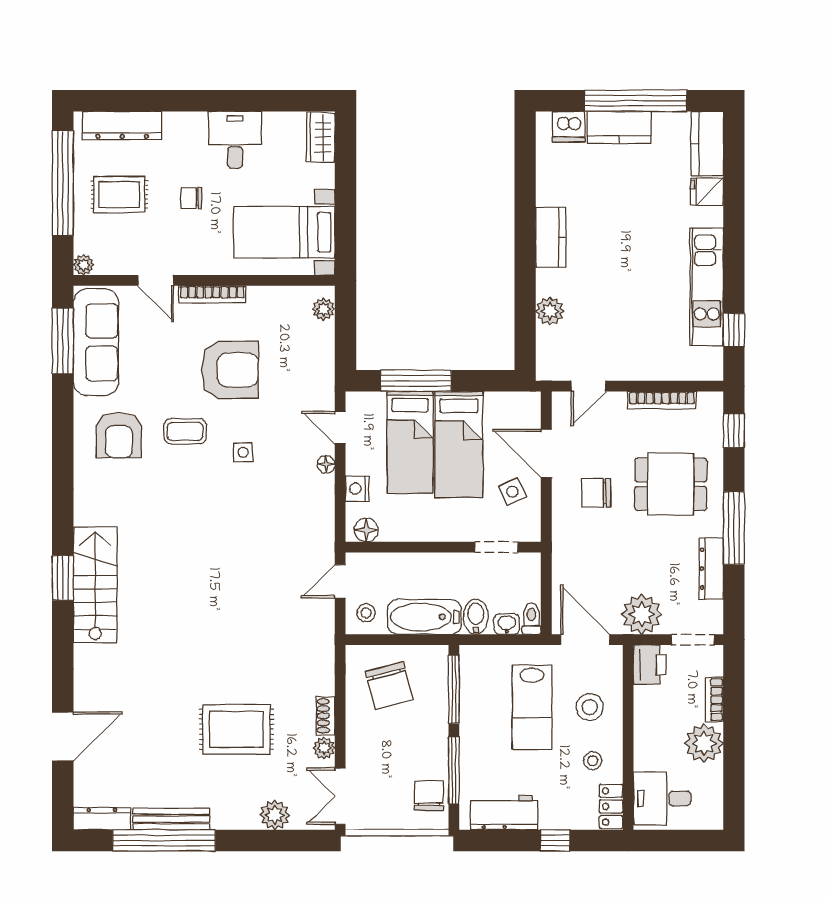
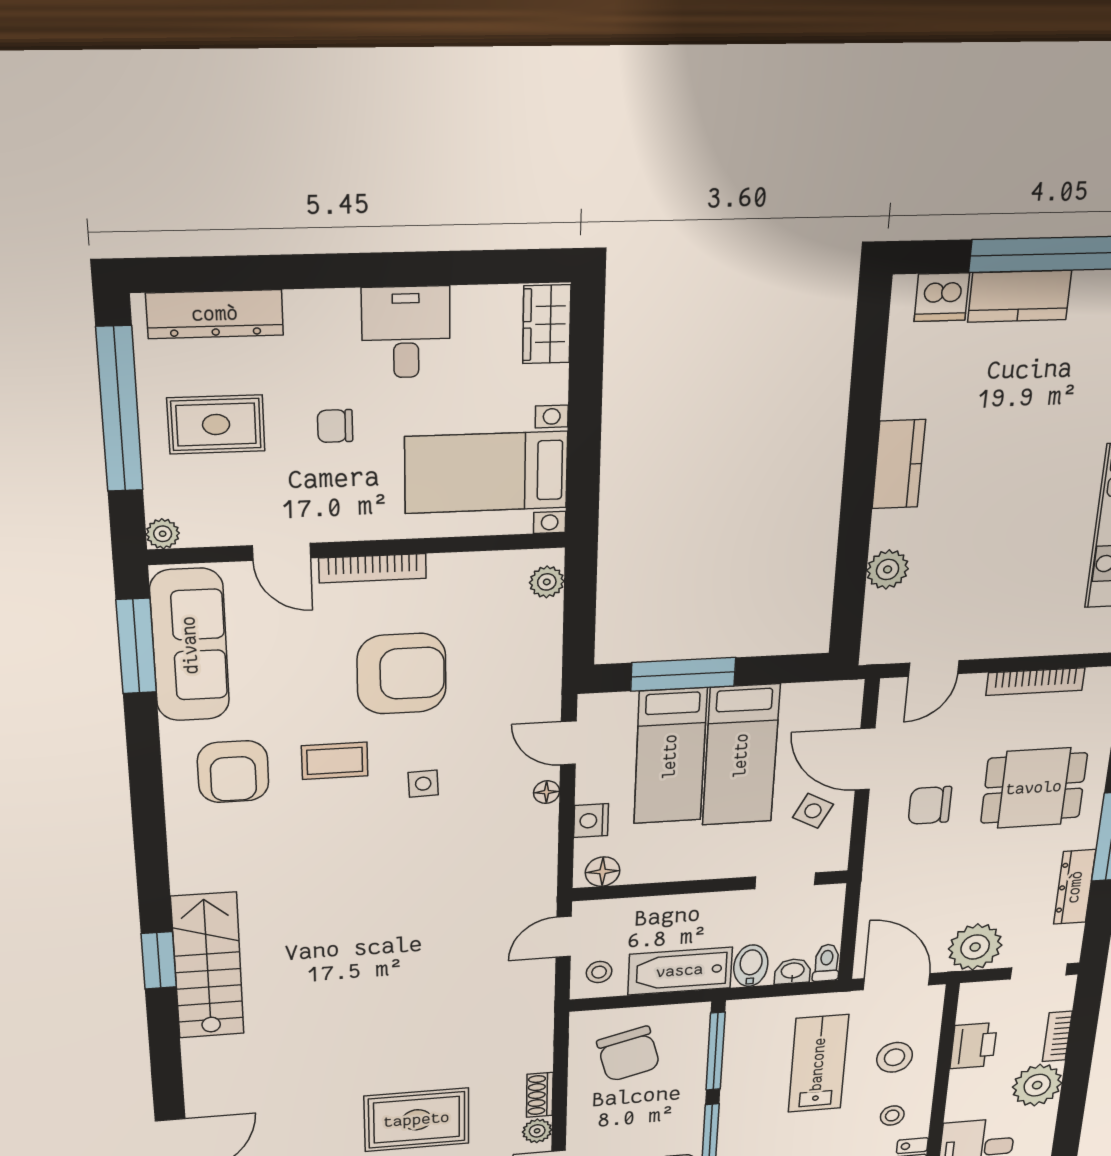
side table: (512, 492) -> (813, 811), turned -38
printer: (650, 665) -> (973, 1046), moved
lab bench: (532, 707) -> (818, 1064), turned 180

